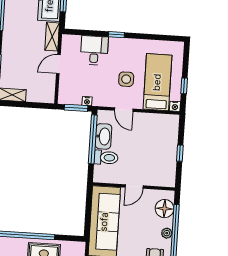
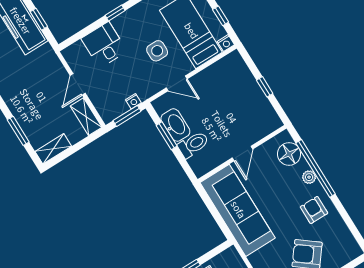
shelving: (52, 37) -> (86, 117), moved
window: (93, 139) -> (167, 136), width x0.47

